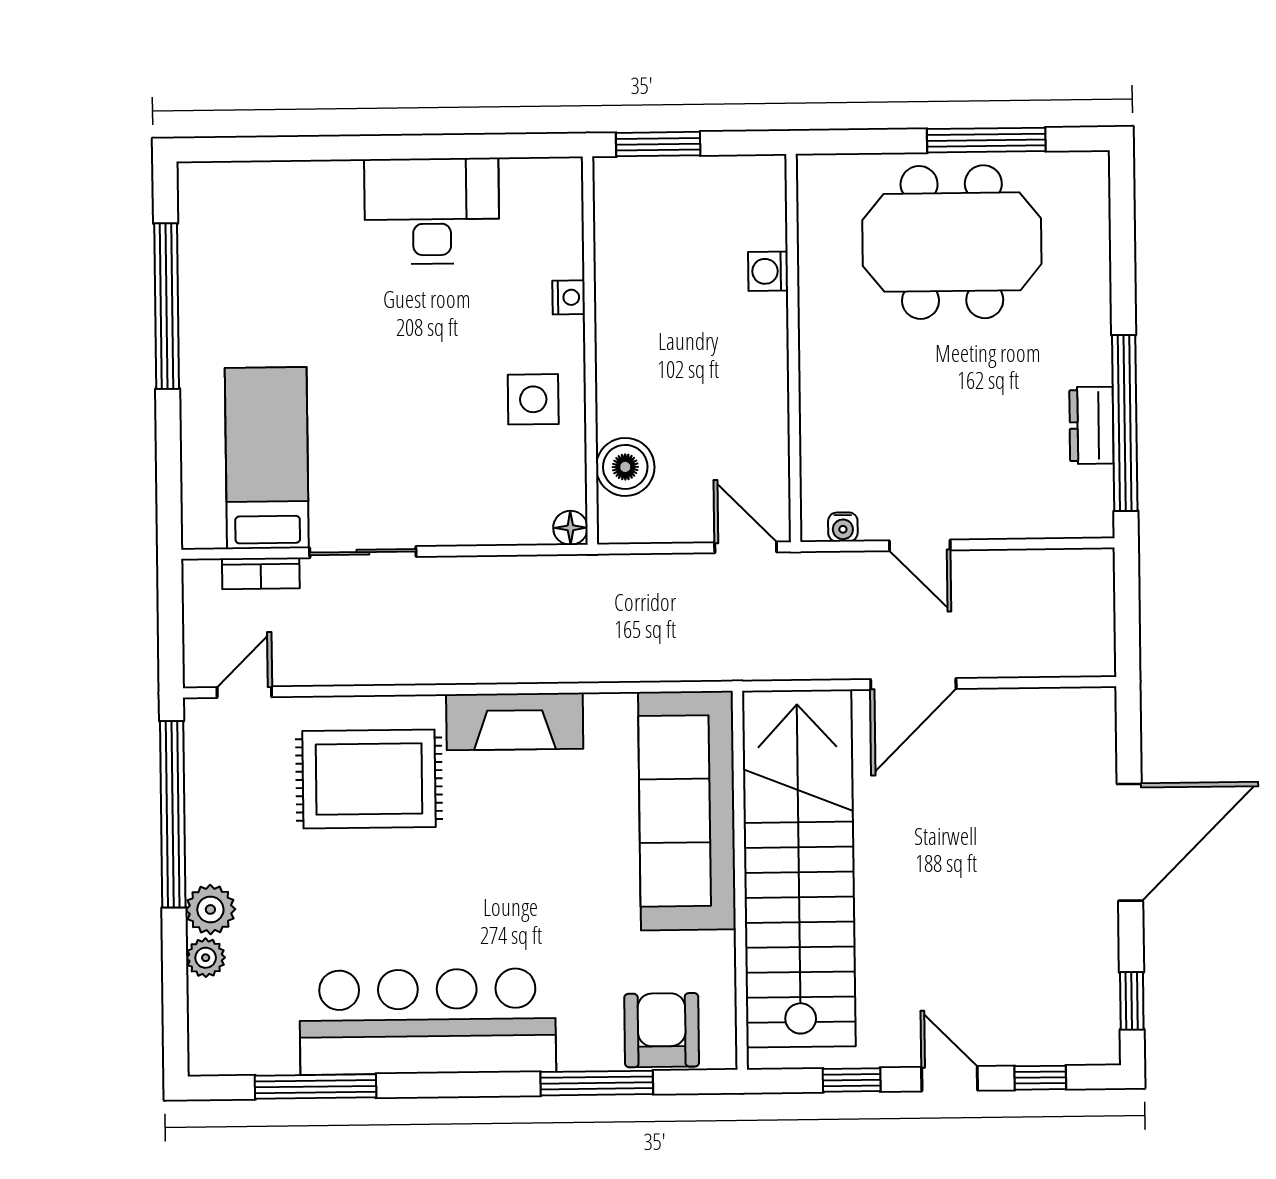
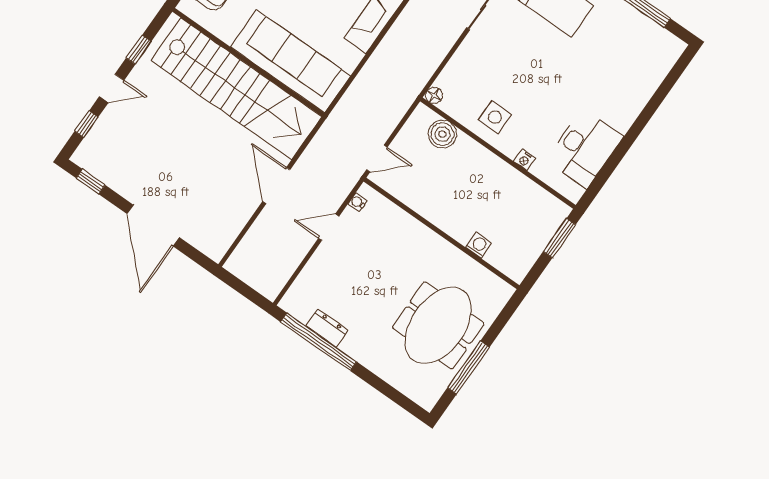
desk: (432, 211) -> (585, 148), moved

